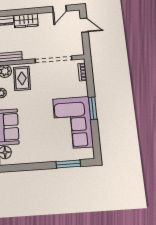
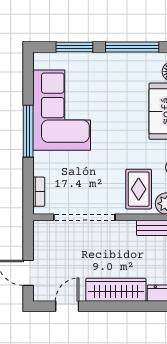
wardrobe: (26, 21) -> (116, 290), width x1.50
window: (93, 108) -> (28, 131), width x1.44
window: (31, 167) -> (132, 47), added

